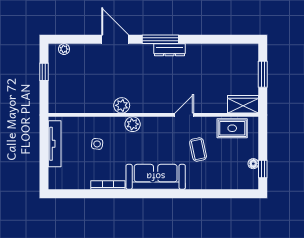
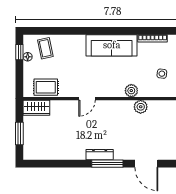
coffee table: (198, 149) -> (45, 48), moved

